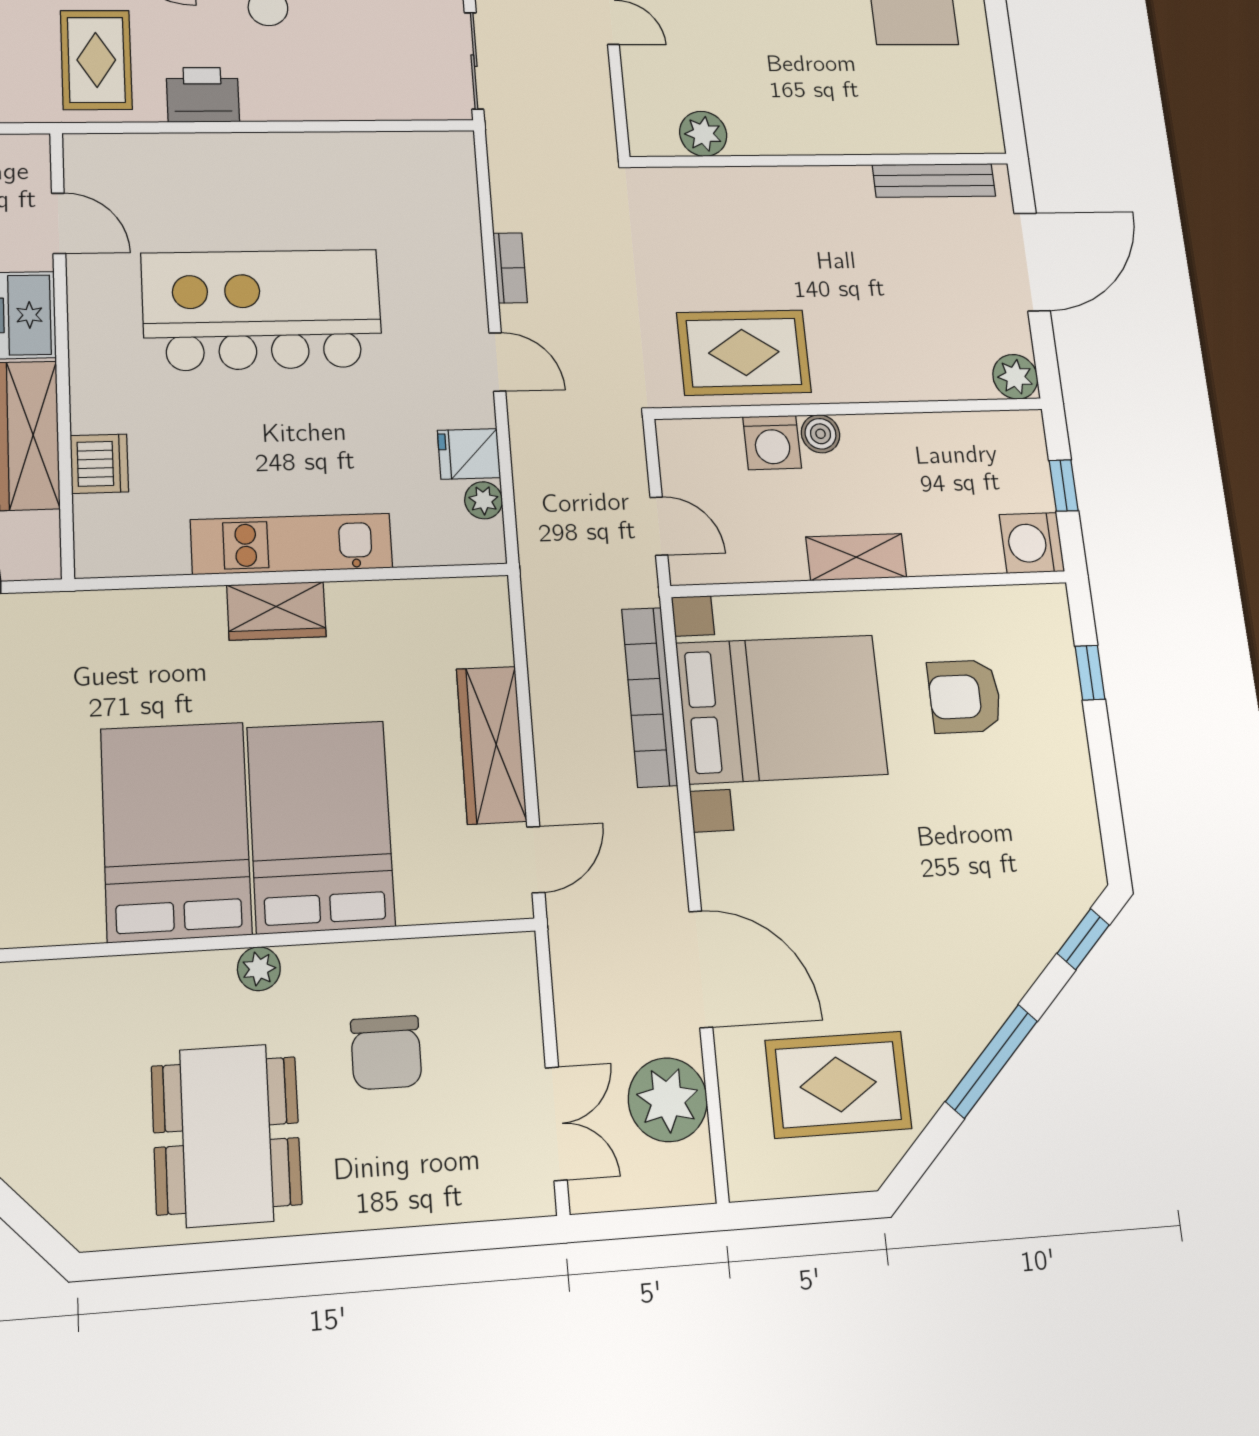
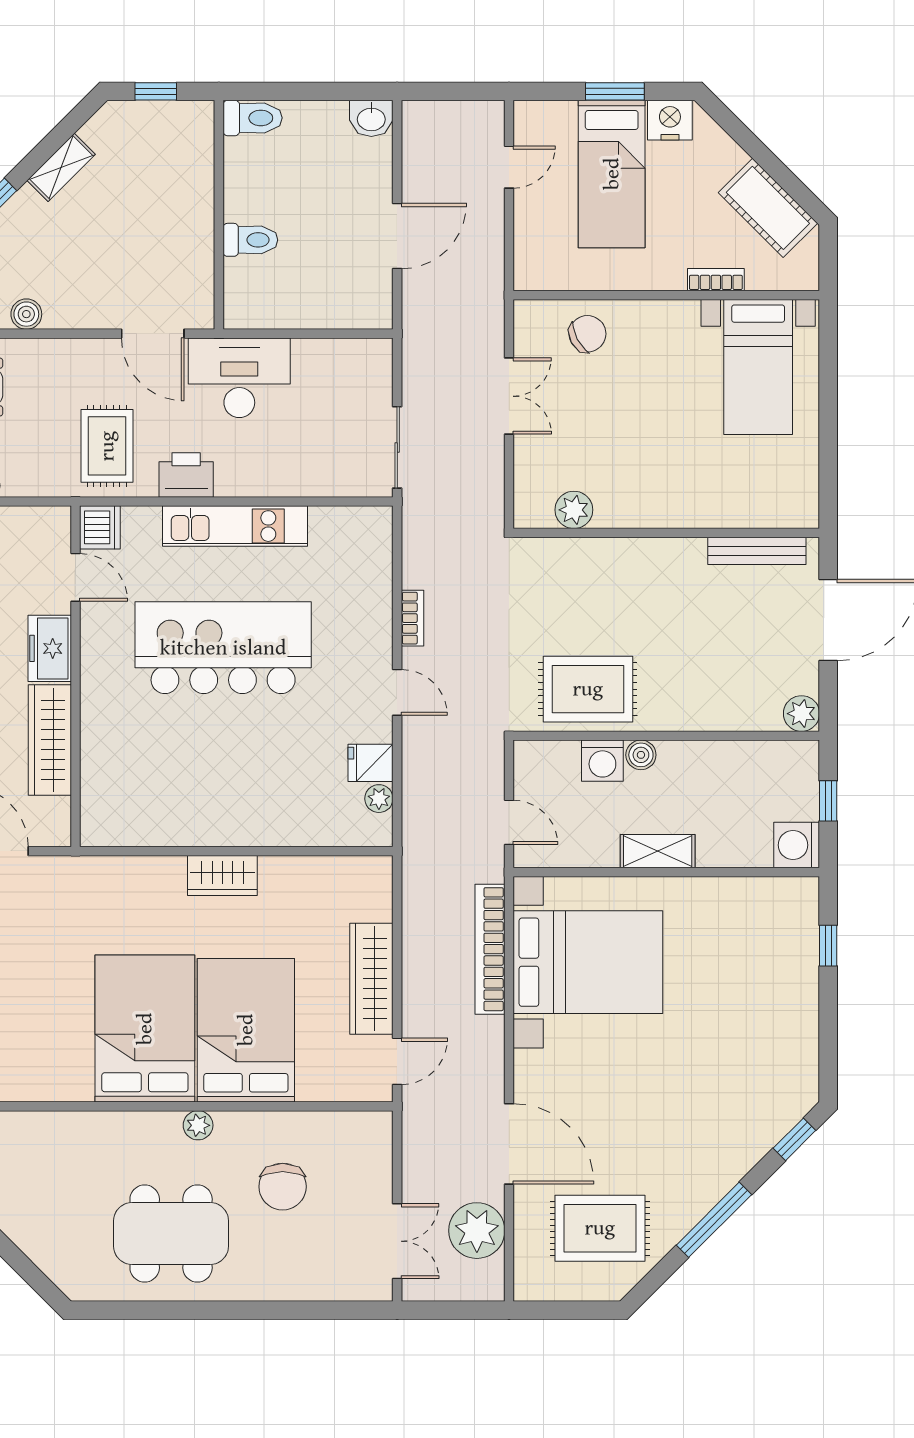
dishwasher: (99, 464) -> (100, 527), moved
kitchen unit: (292, 544) -> (235, 526), moved, turned 180
armchair: (965, 696) -> (728, 959), removed
dining table: (226, 1135) -> (171, 1234), turned 90

